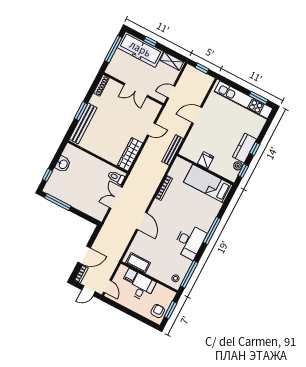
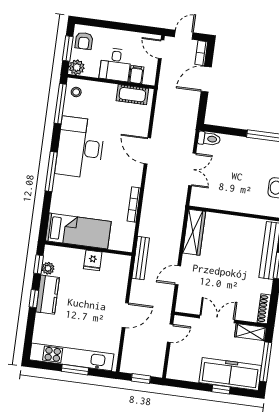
shelving: (172, 61) -> (251, 332), moved
window: (258, 98) -> (75, 370), moved
toilet: (116, 177) -> (209, 139), moved
desk: (190, 241) -> (80, 148), width x1.36, depth x1.30
plant: (169, 295) -> (77, 67), added

